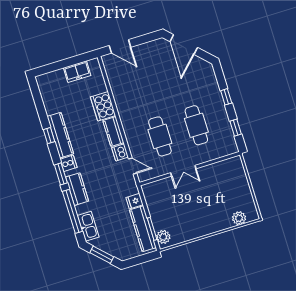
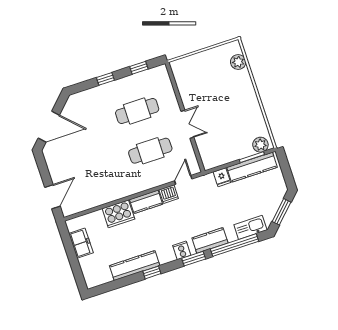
kitchen counter: (60, 135) -> (135, 266), moved

